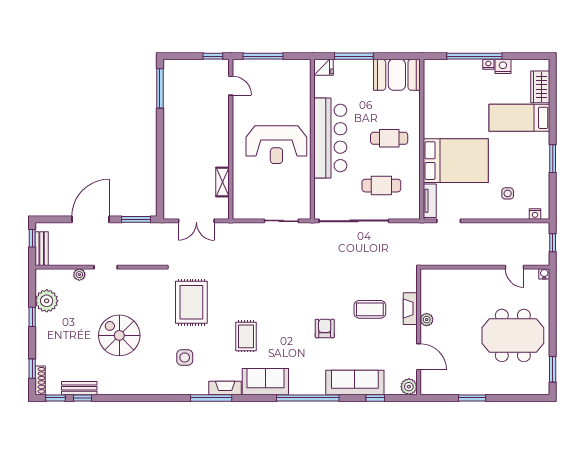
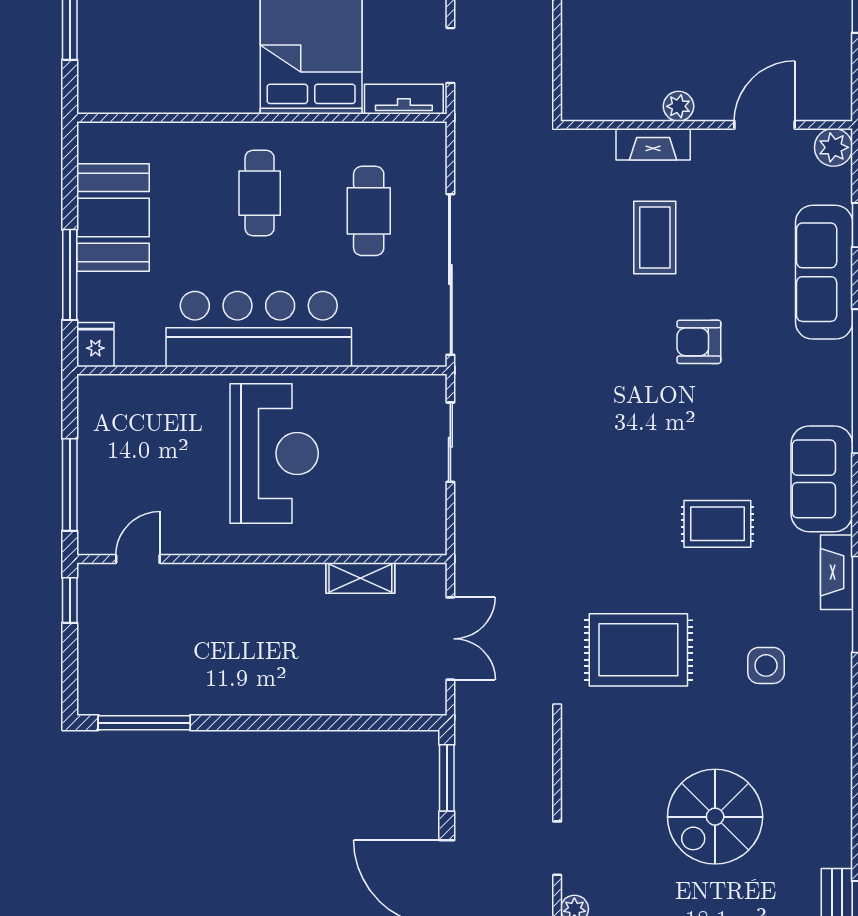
booth: (397, 75) -> (113, 217), moved

